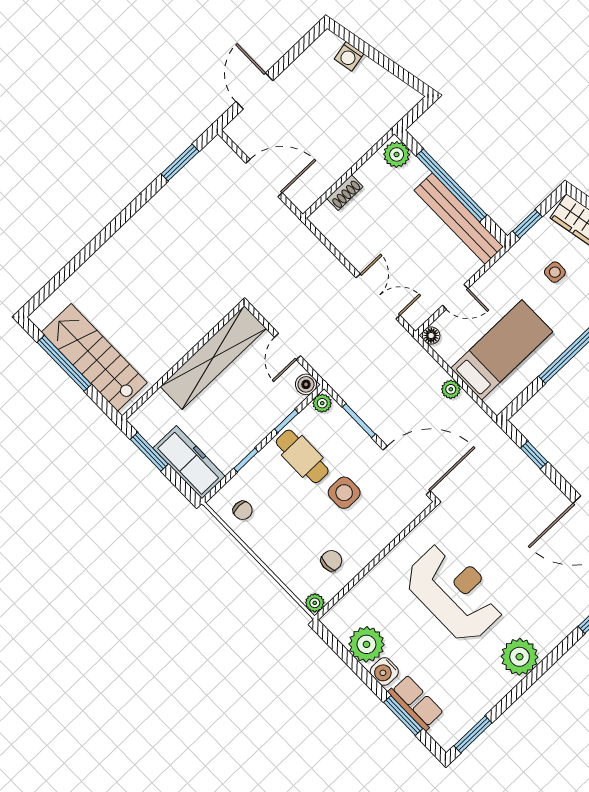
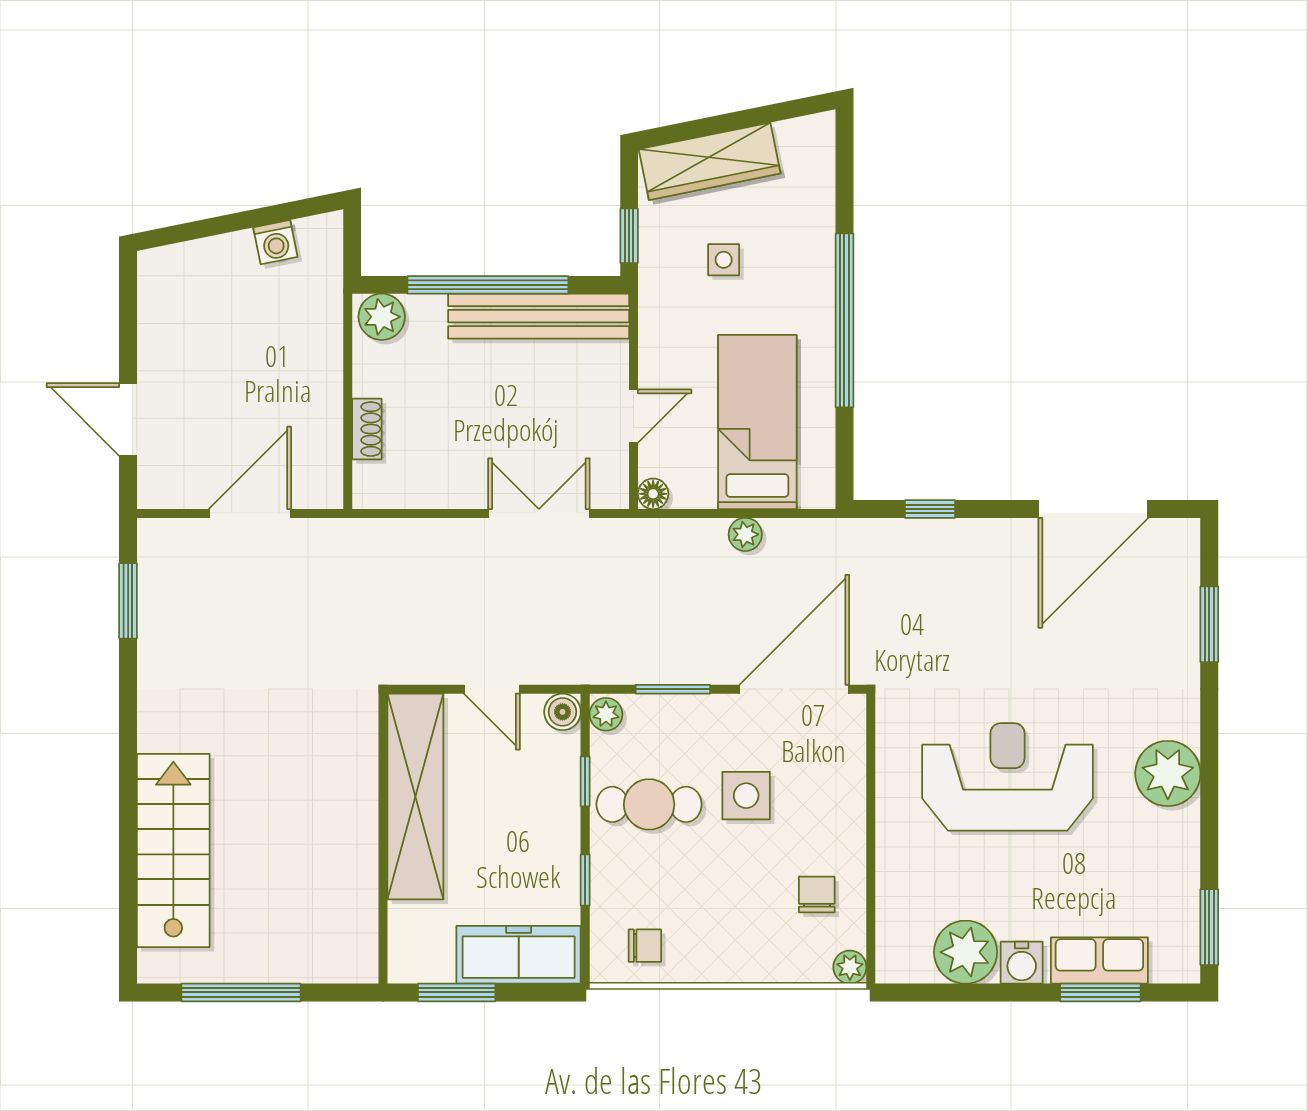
washing machine: (349, 56) -> (275, 242), moved
stairs: (94, 357) -> (173, 850), moved, turned 90

